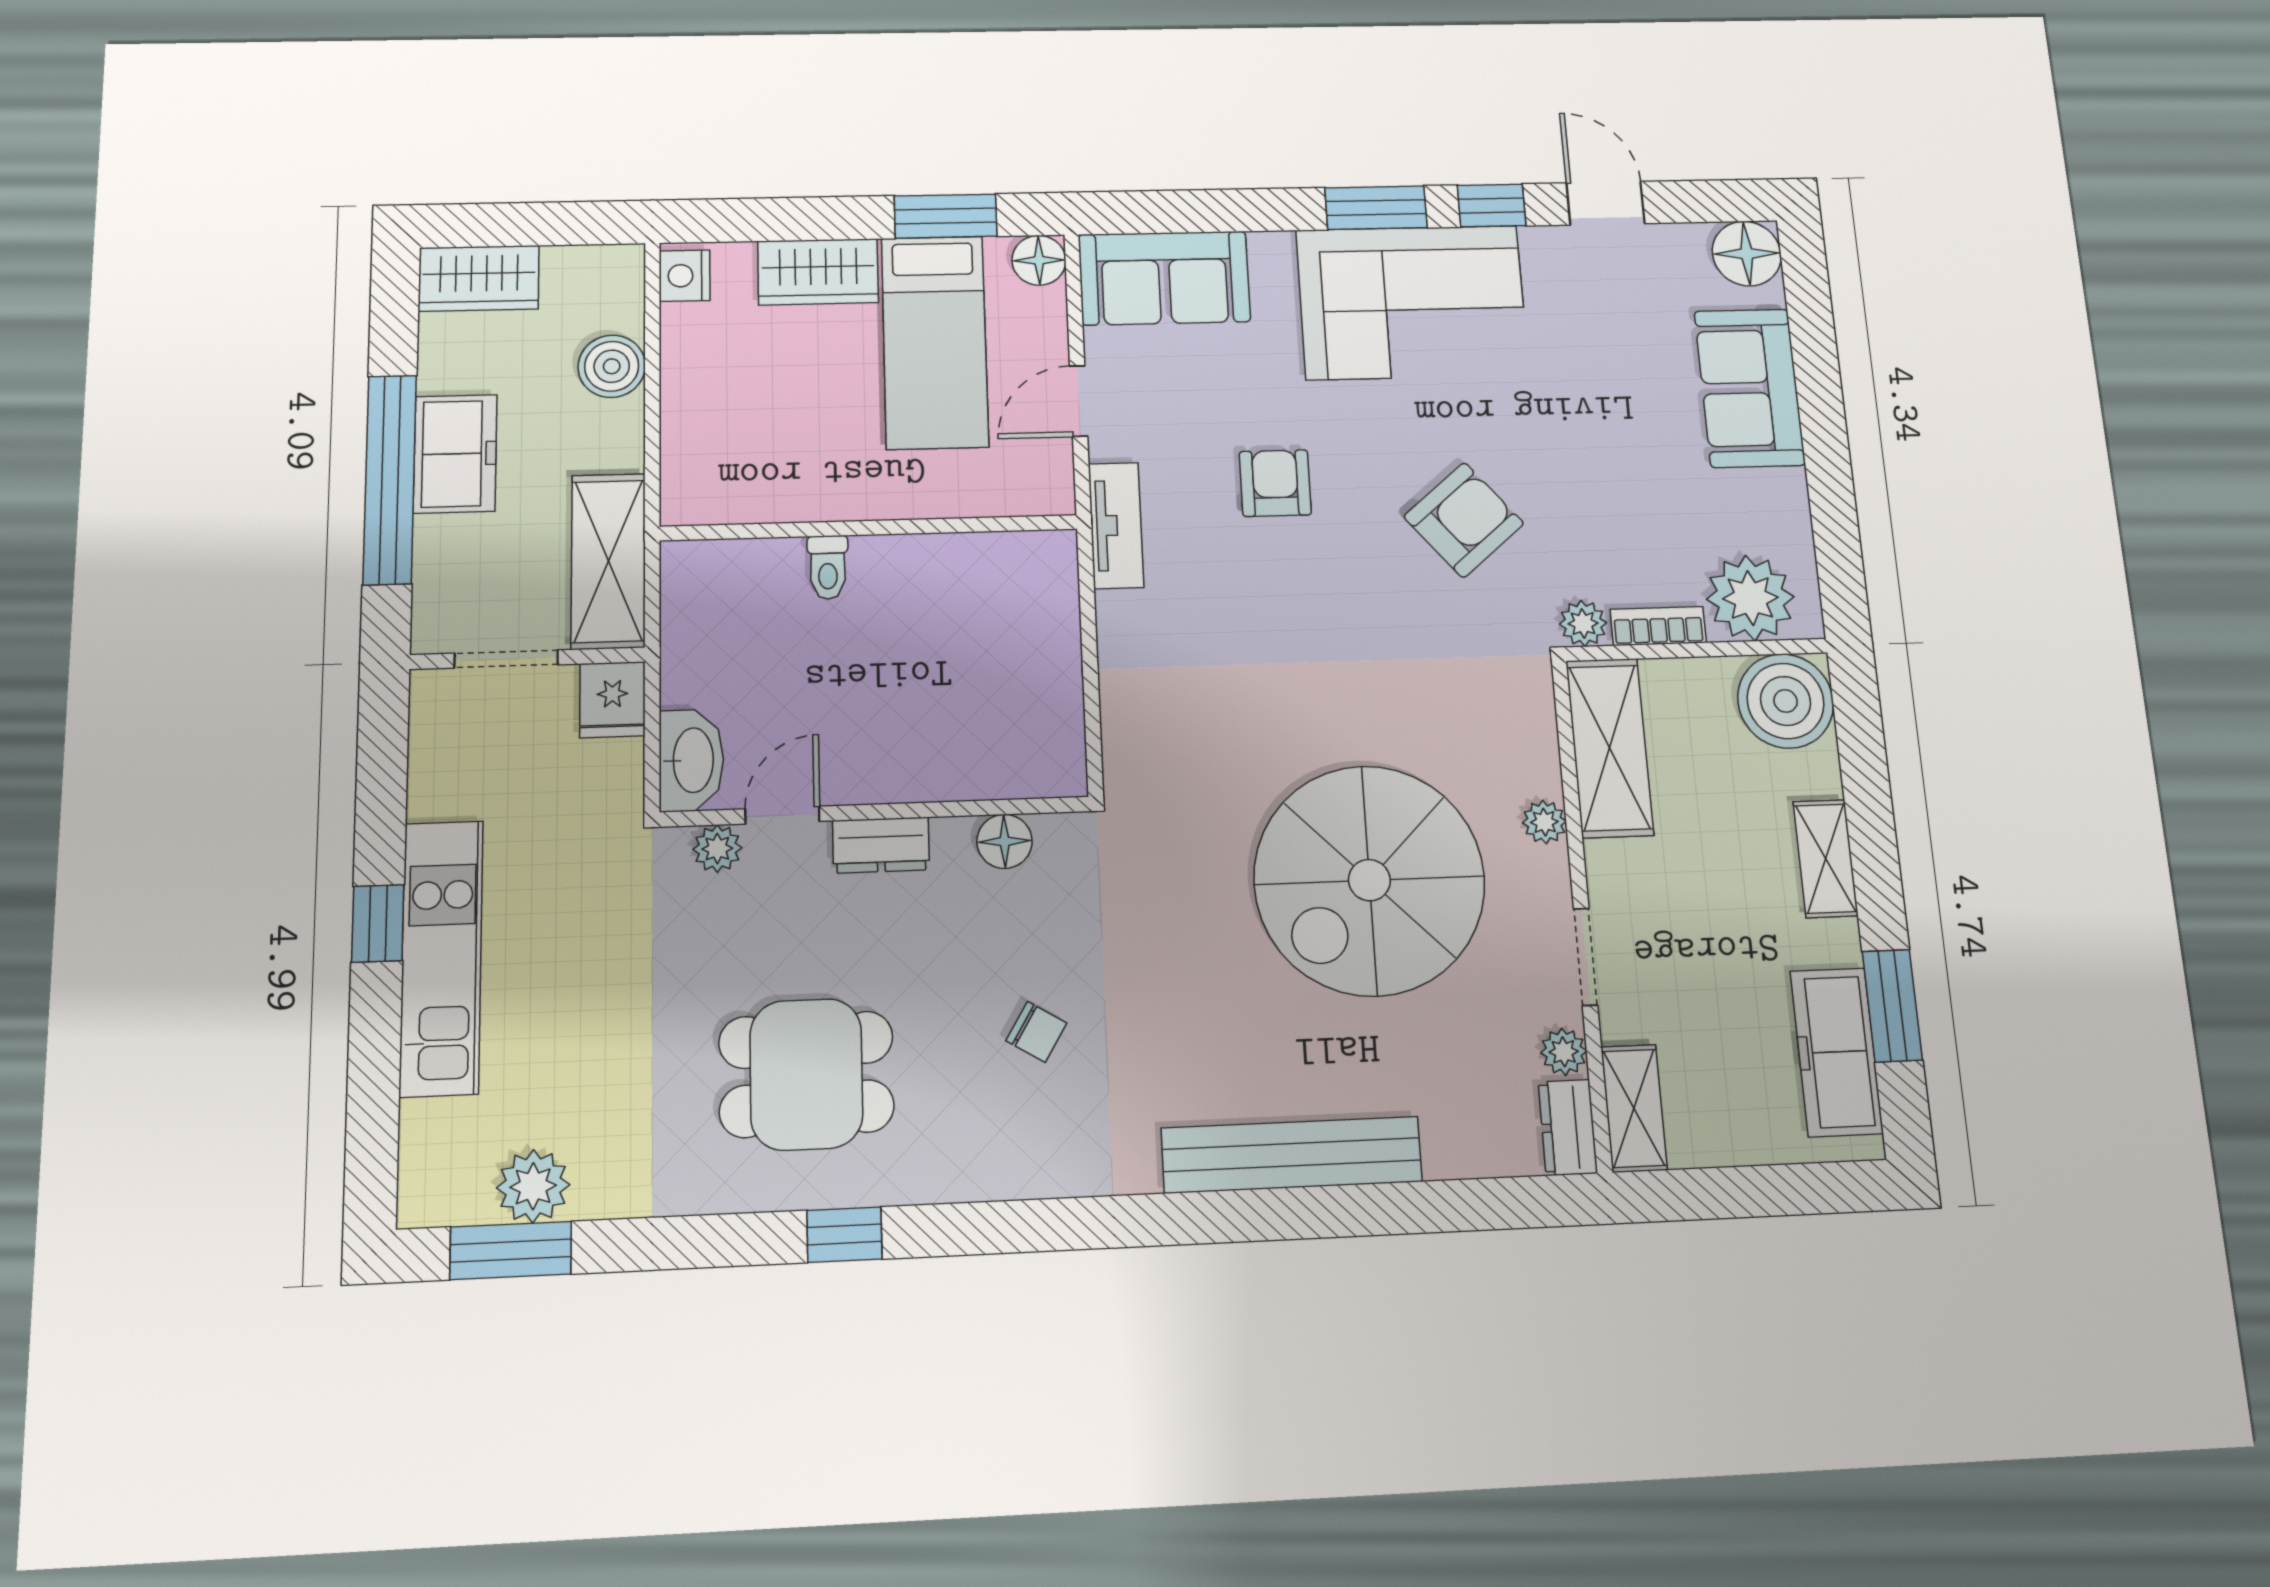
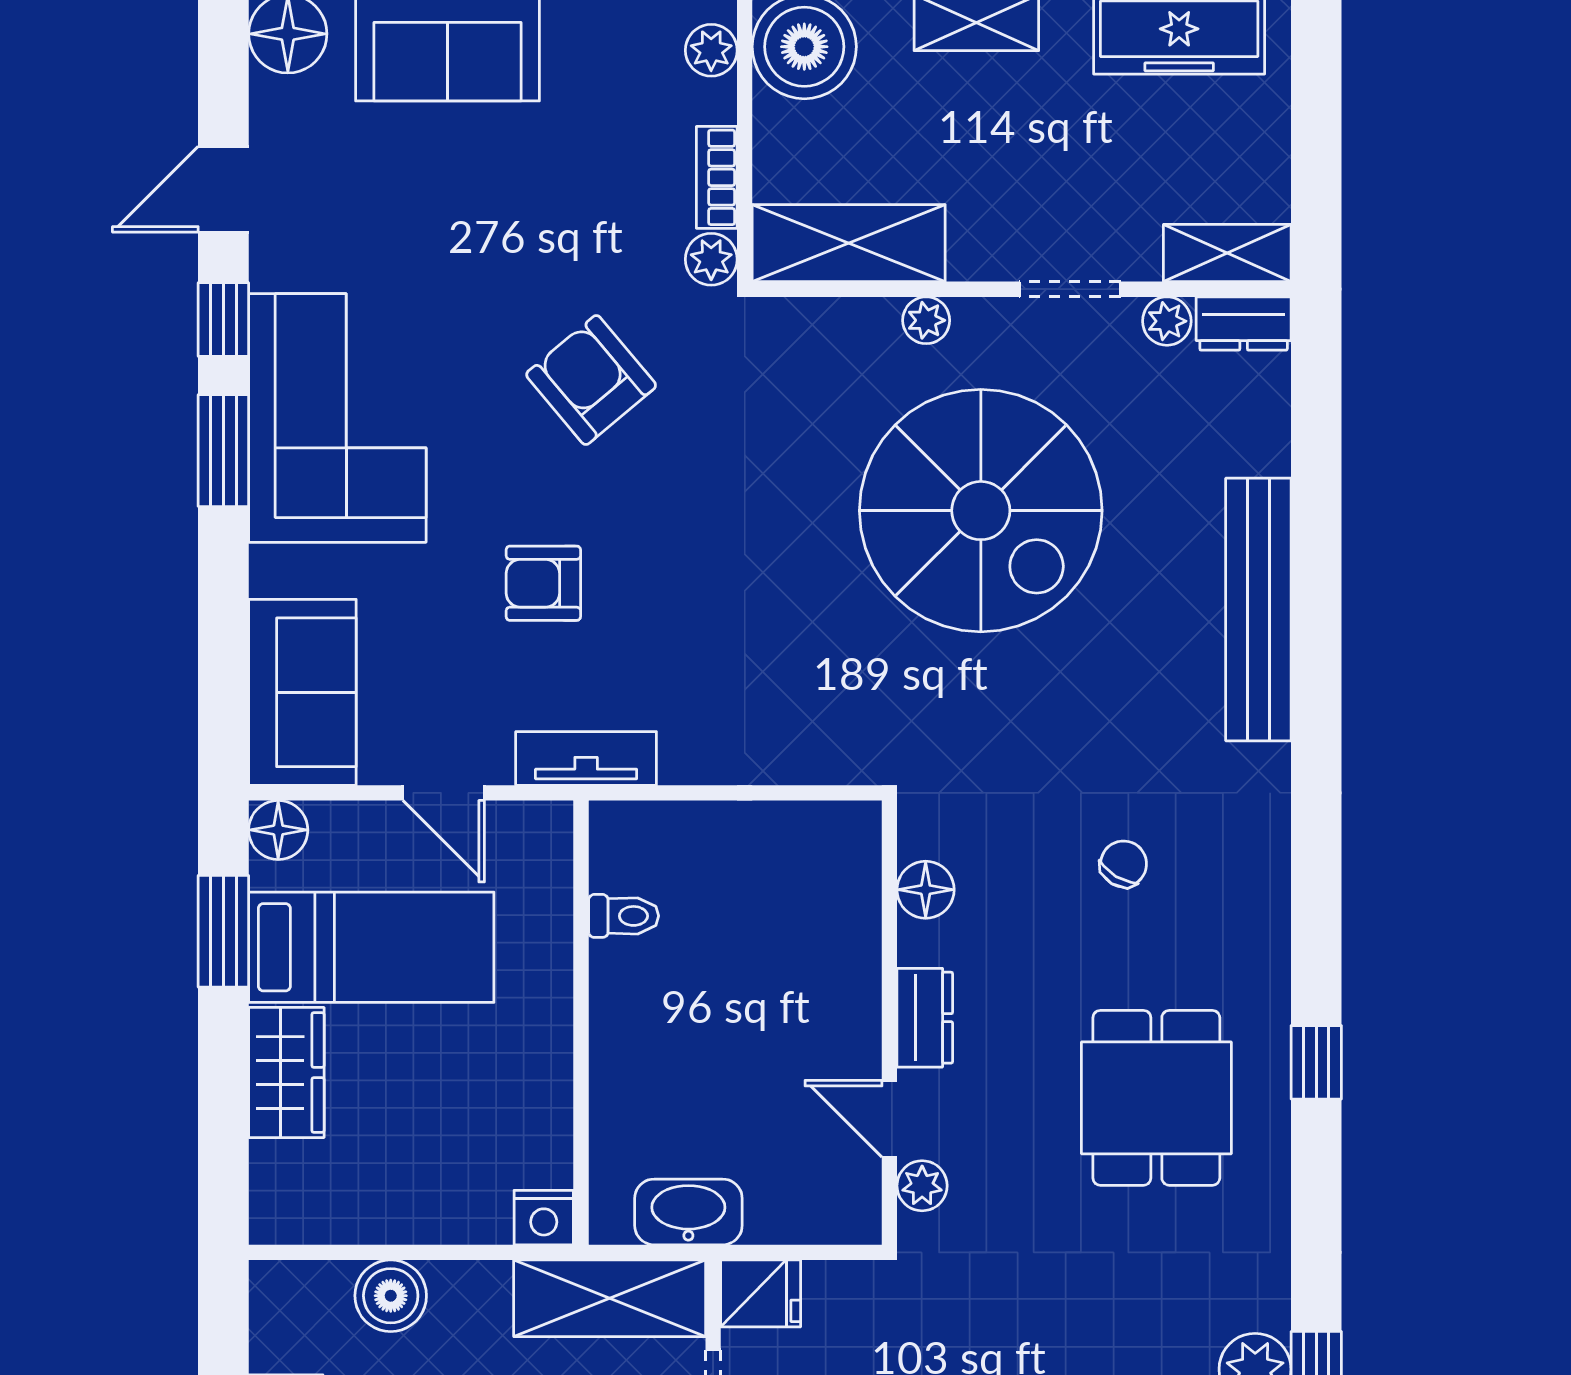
nightstand: (685, 276) -> (544, 1218), moved
toilet: (828, 567) -> (624, 916), moved
plant: (1750, 598) -> (711, 50), width x0.53, depth x0.53
washbasin: (691, 760) -> (688, 1212), moved

